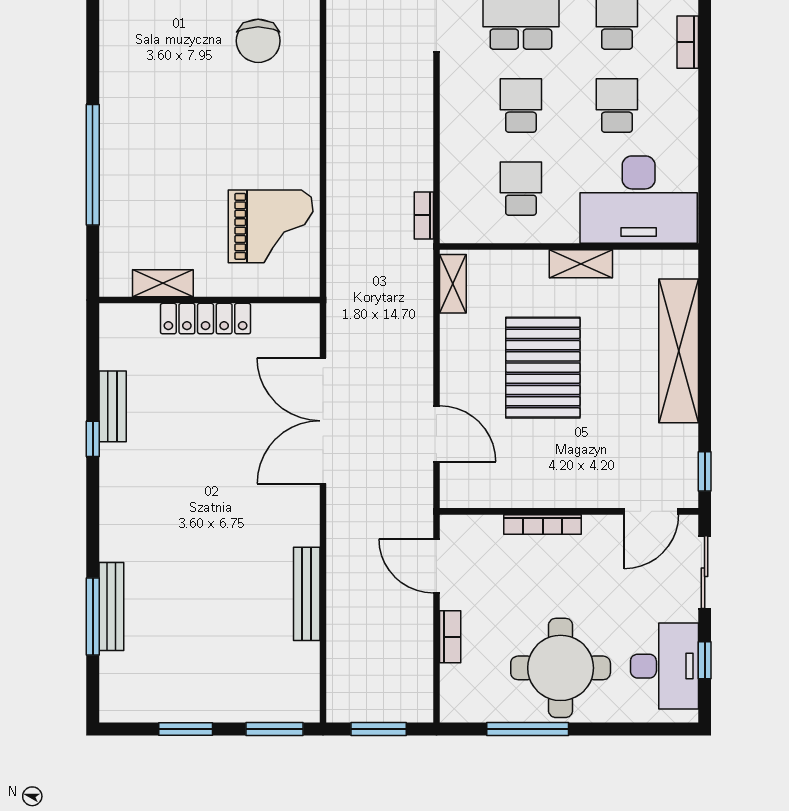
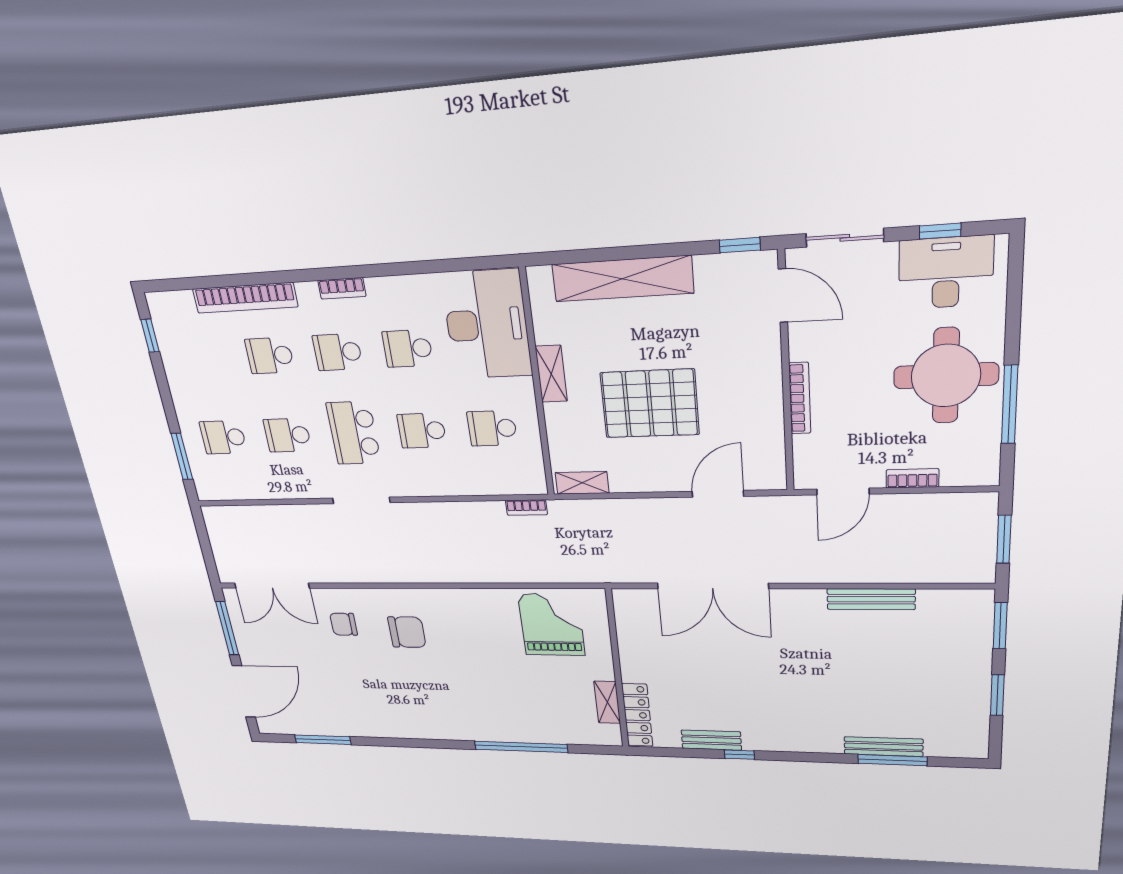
locker: (206, 319) -> (637, 715), moved

